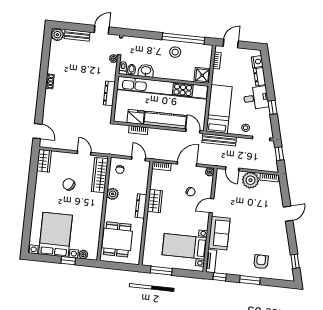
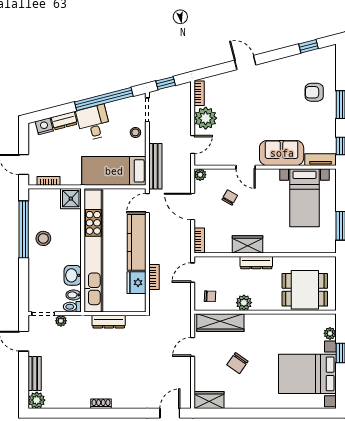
window: (272, 107) -> (104, 99), width x3.17

